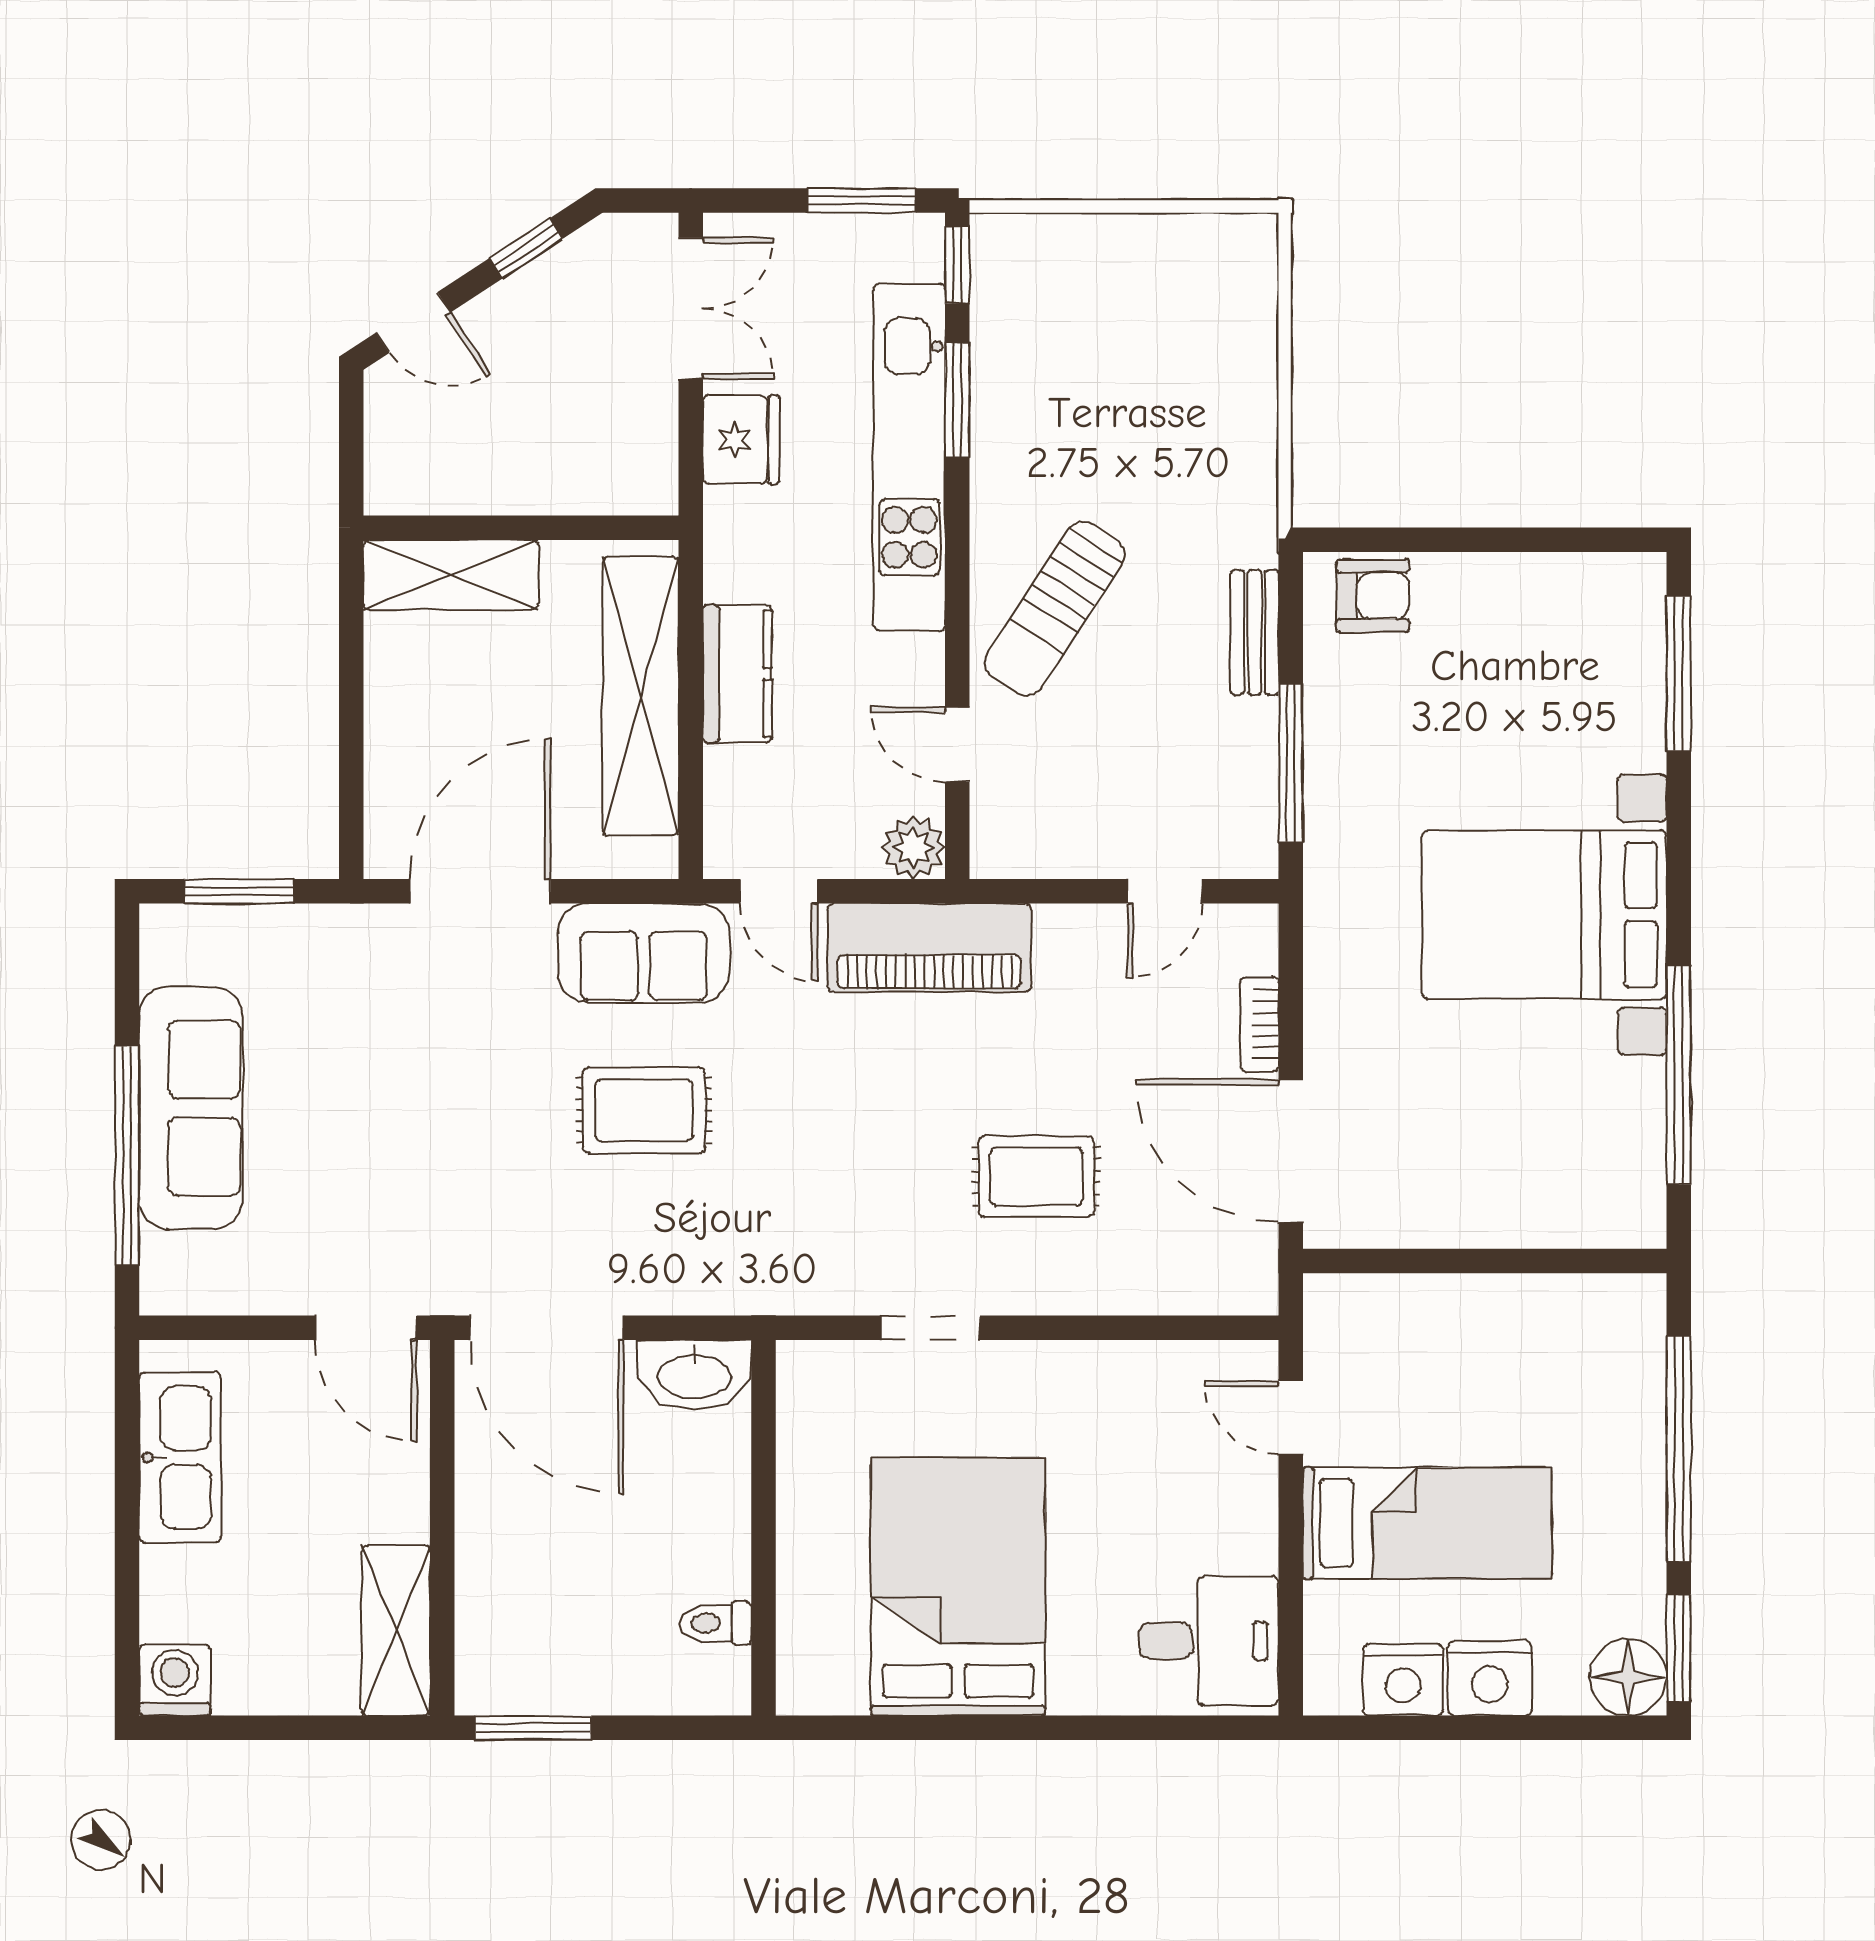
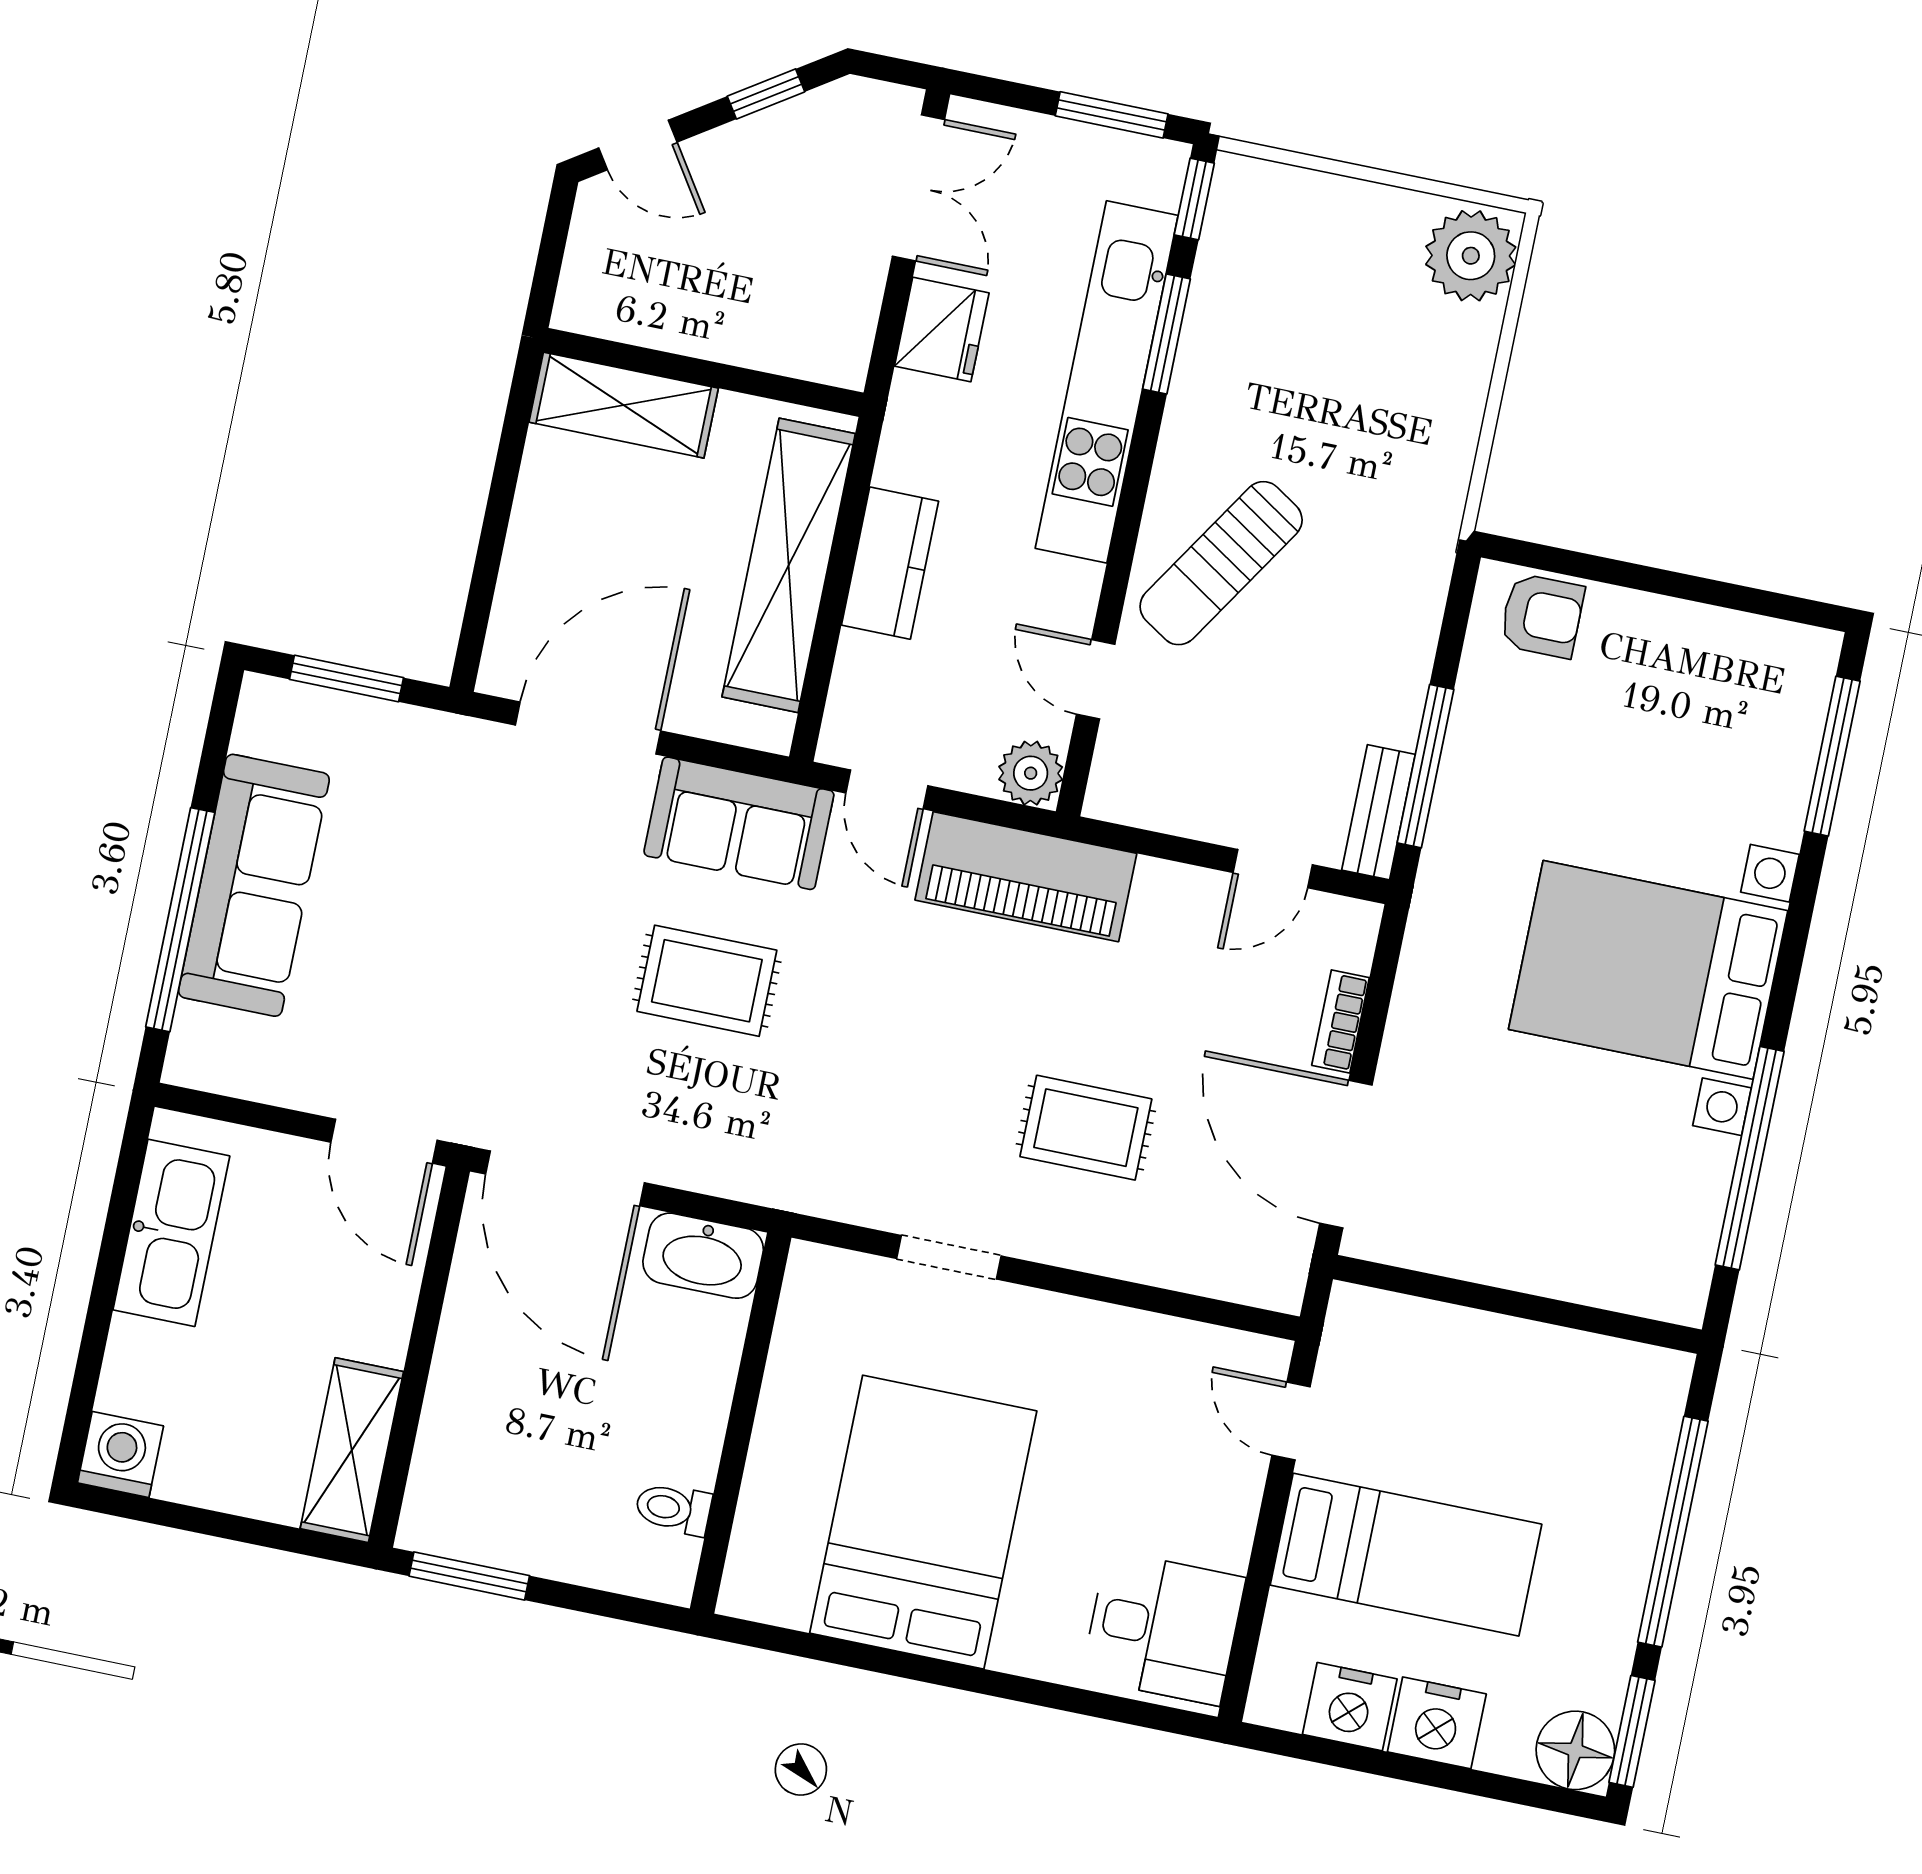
plant: (1234, 265) -> (1471, 256), added
bench: (1255, 632) -> (1378, 812), moved

